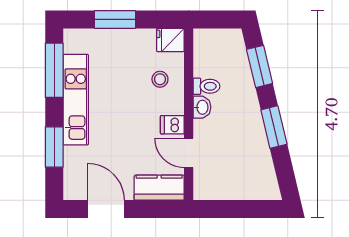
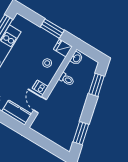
window: (115, 19) -> (52, 29), moved
washbasin: (202, 107) -> (76, 58), moved
window: (274, 127) -> (81, 133), moved

